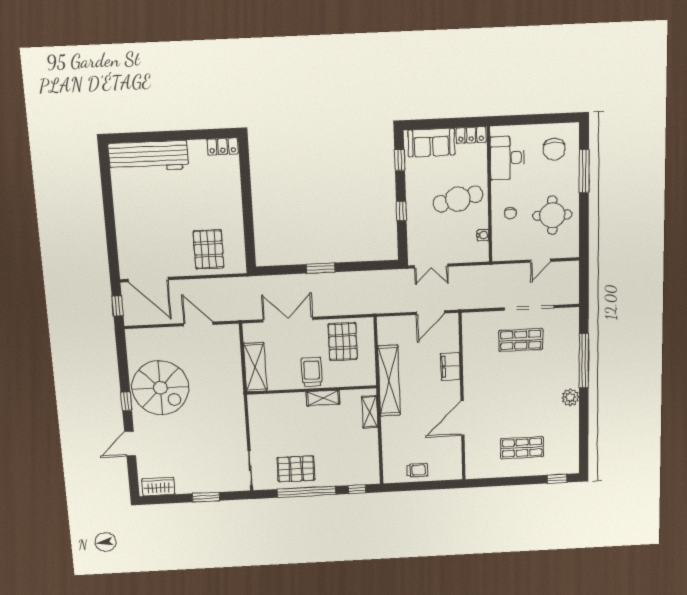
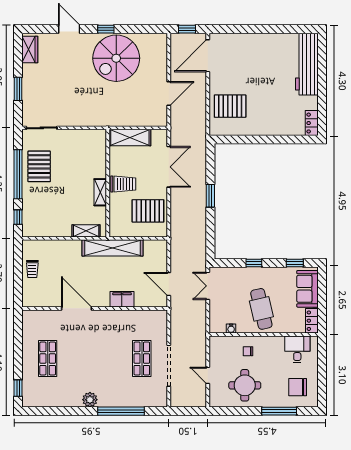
desk: (507, 158) -> (297, 349), width x0.73

